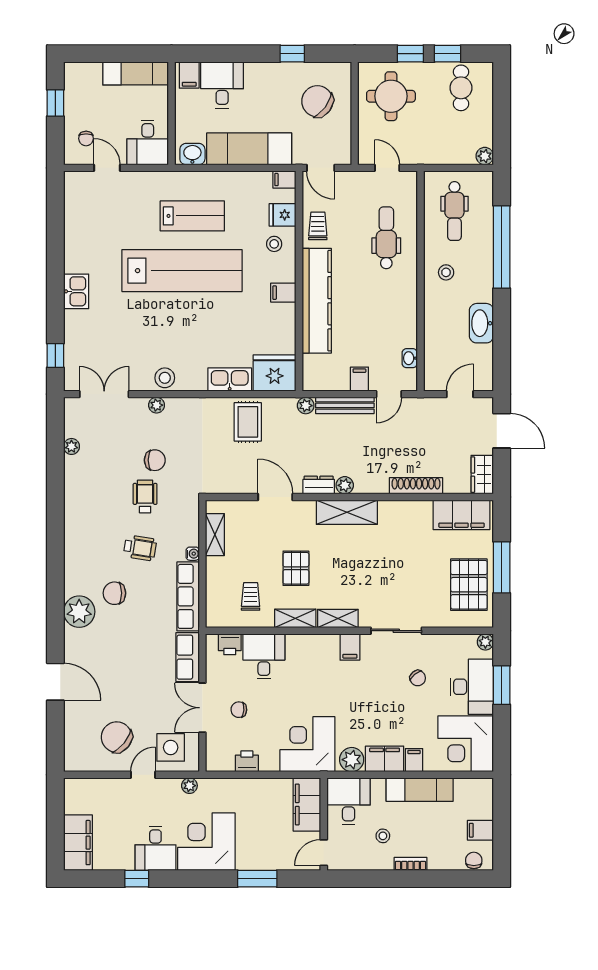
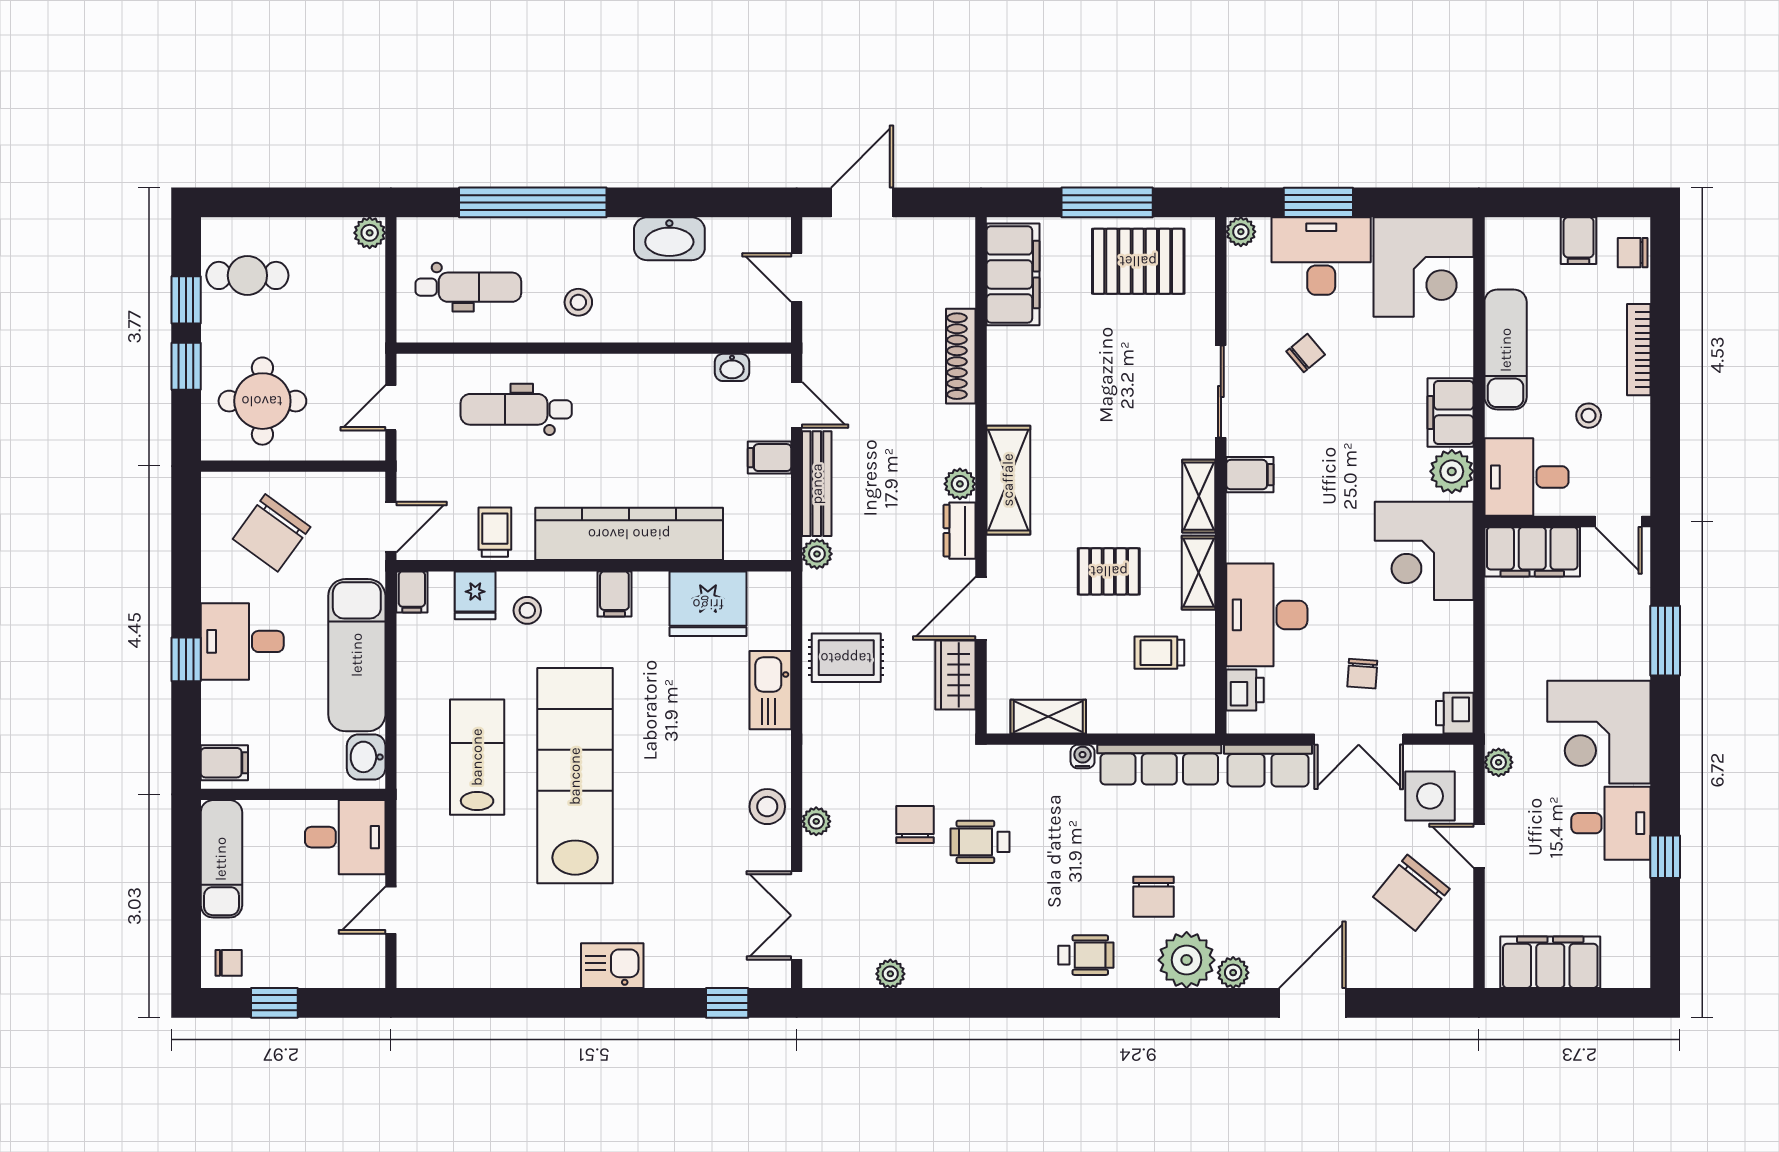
window: (292, 54) -> (186, 659), moved
desk: (222, 85) -> (242, 641), moved
chair: (86, 138) -> (229, 963), moved
trolley: (318, 226) -> (495, 532), turned 90
fridge: (275, 373) -> (708, 604), moved, turned -90
wardrobe: (482, 475) -> (955, 675), moved, turned 90
wheelchair: (140, 548) -> (1086, 955), moved, turned 81
plant: (72, 638) -> (1233, 973), added
desk: (264, 656) -> (1267, 615), width x1.37
filing cabinet: (414, 760) -> (1453, 360), removed
printer: (247, 761) -> (1455, 713), moved
filing cabinet: (78, 843) -> (1550, 962), moved
bookcase: (410, 864) -> (1639, 350), width x1.56

